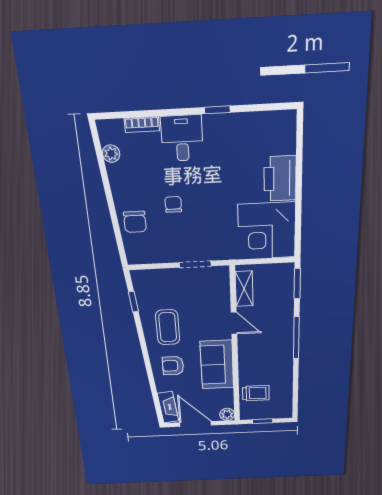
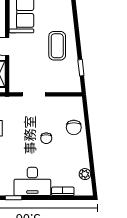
desk: (182, 138) -> (32, 181), width x1.37
chair: (135, 222) -> (74, 127), turned 180
armchair: (173, 366) -> (56, 13), removed

